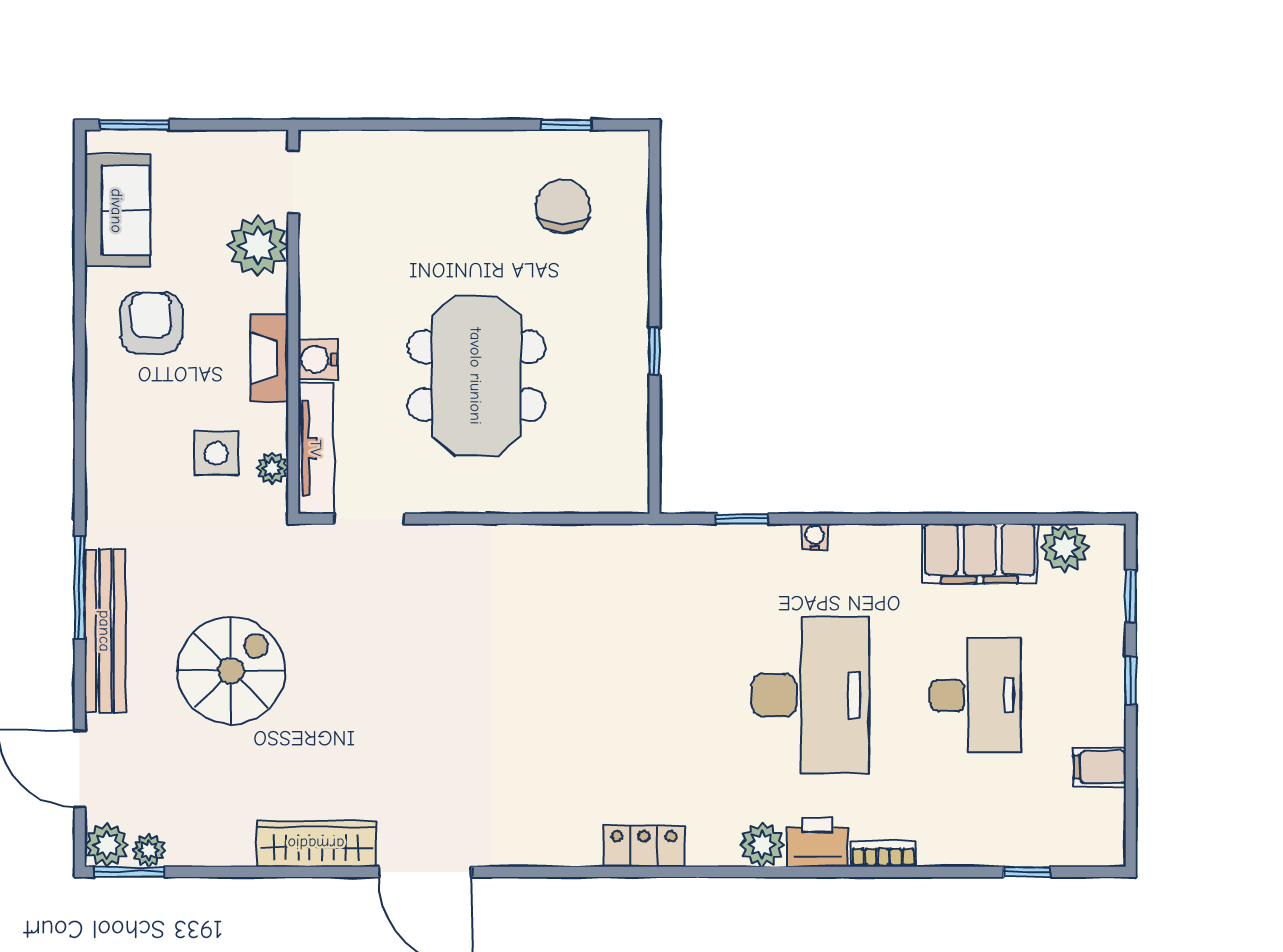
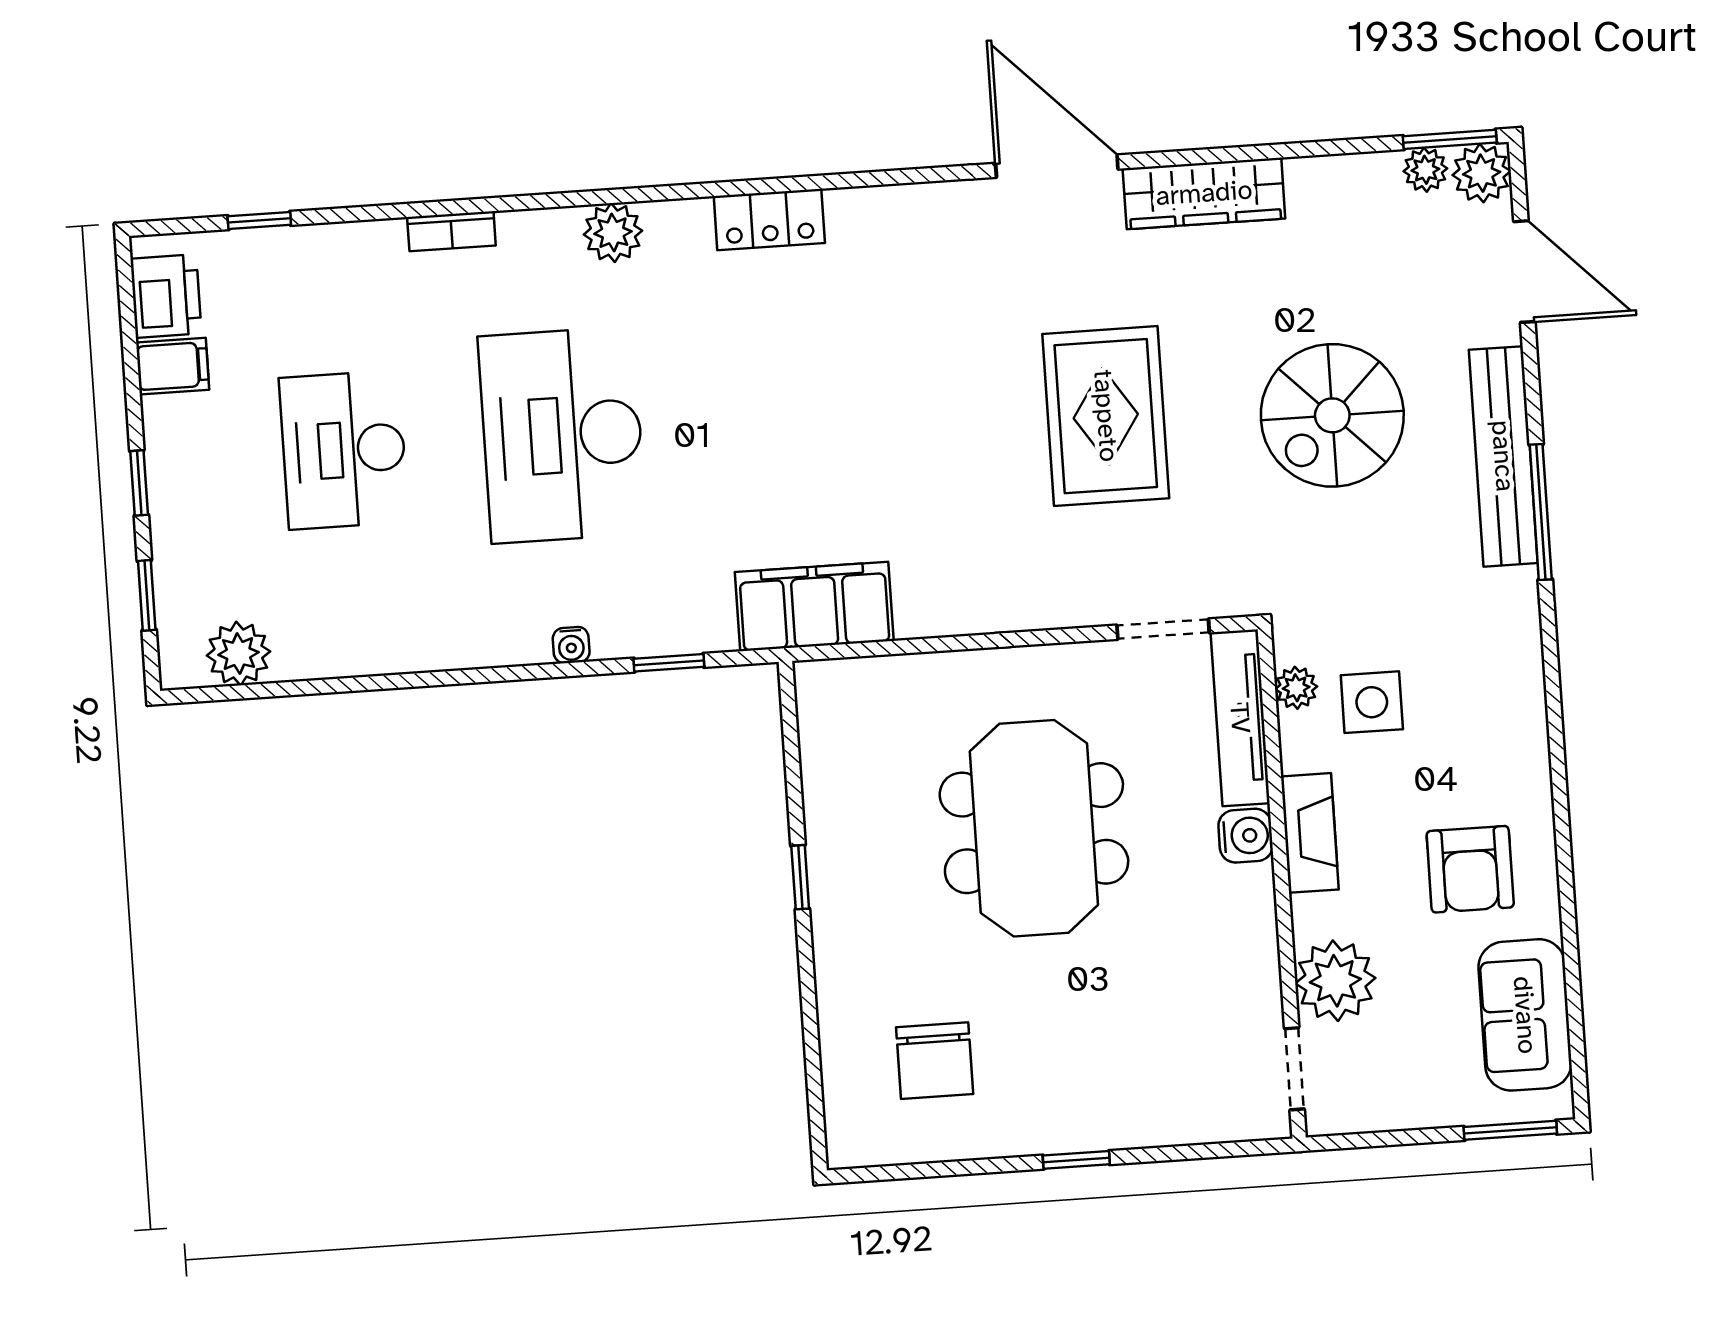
window: (566, 125) -> (1076, 1160), moved
filing cabinet: (980, 554) -> (814, 606), moved
rug: (401, 682) -> (1106, 416), added
printer: (818, 842) -> (166, 296), moved, turned -90

